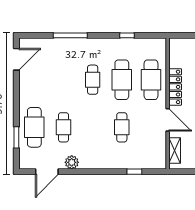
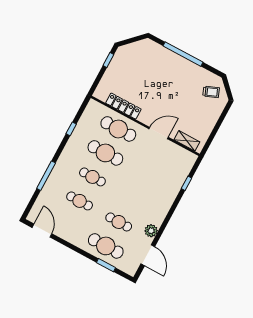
locker: (175, 87) -> (123, 106), moved
cafe table: (122, 127) -> (80, 201), moved

